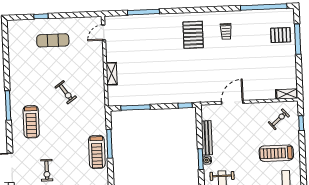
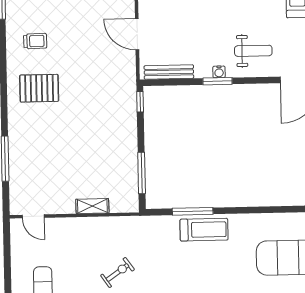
bench: (207, 138) -> (169, 72), moved

